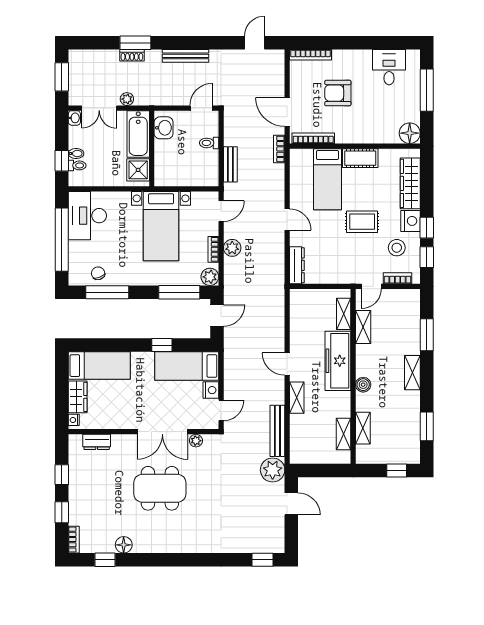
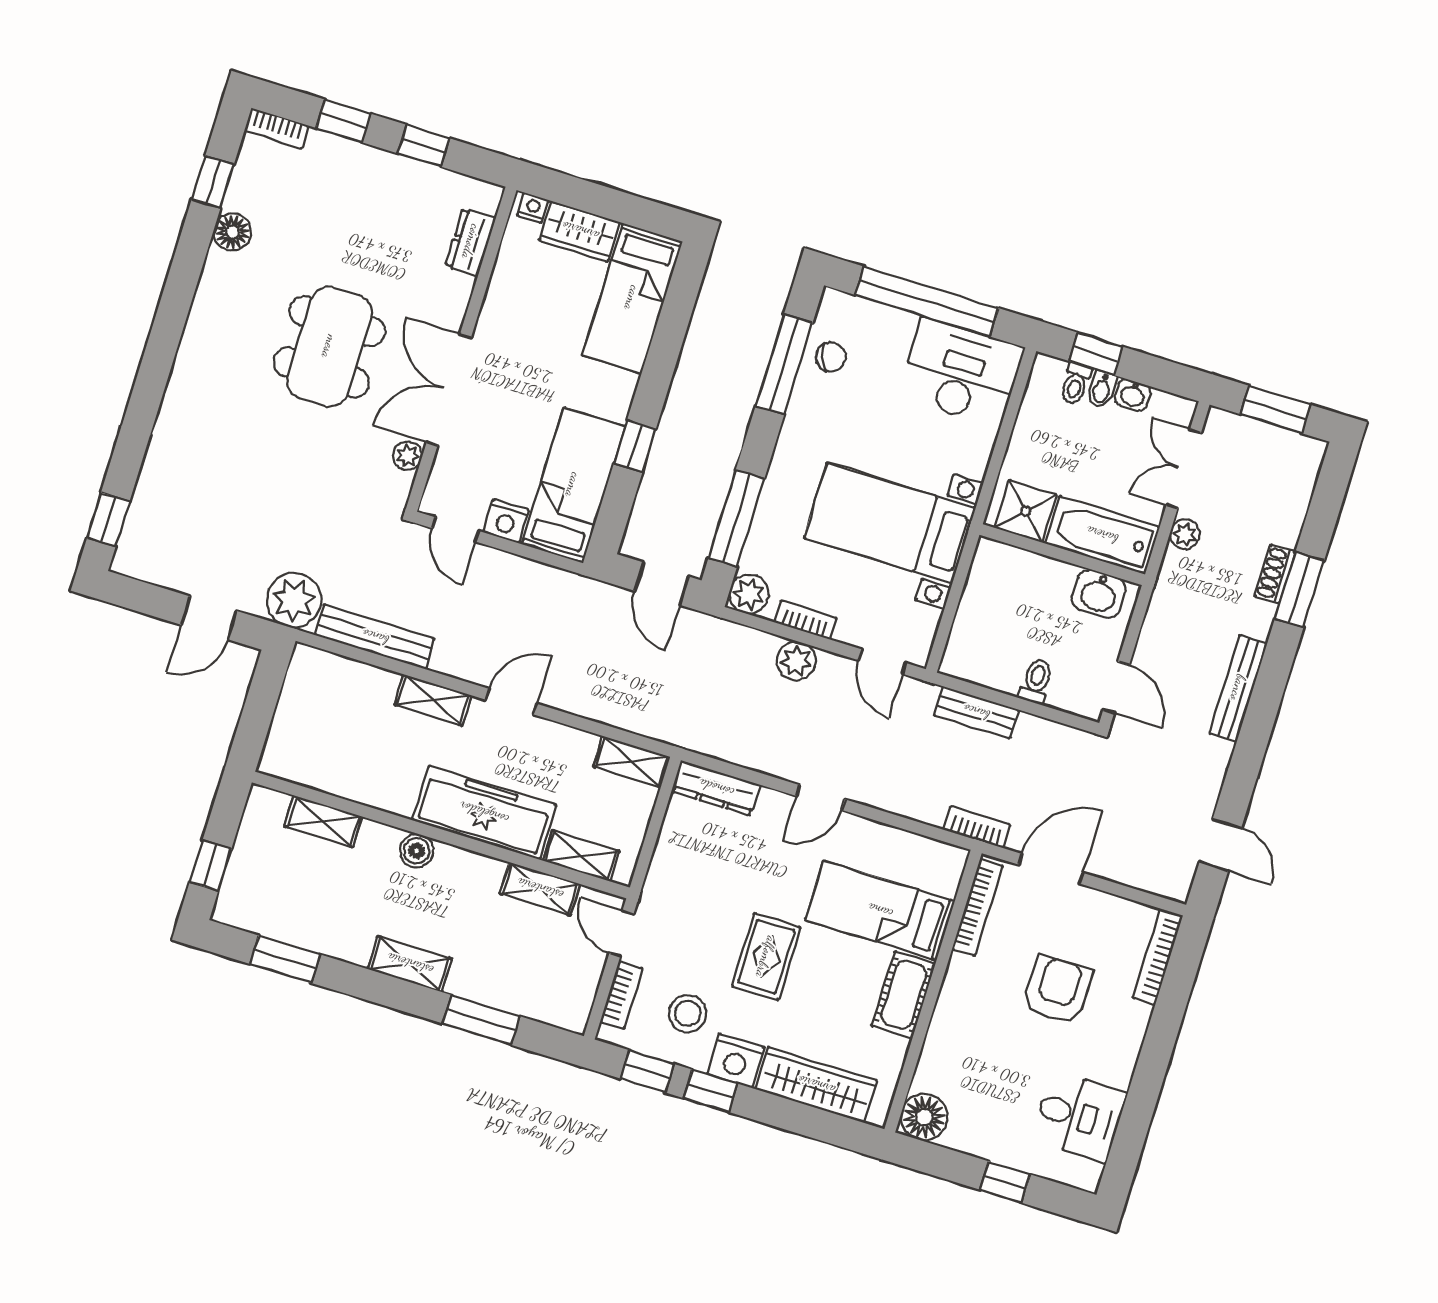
window: (427, 90) -> (1005, 1182), width x0.46
washbasin: (74, 118) -> (1133, 395), moved
shelving: (344, 434) -> (632, 762), moved

